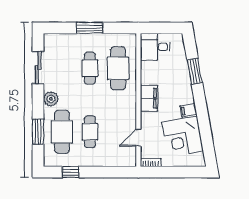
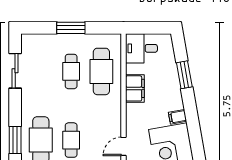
filing cabinet: (149, 98) -> (135, 88), moved
plant: (51, 99) -> (29, 105), removed

